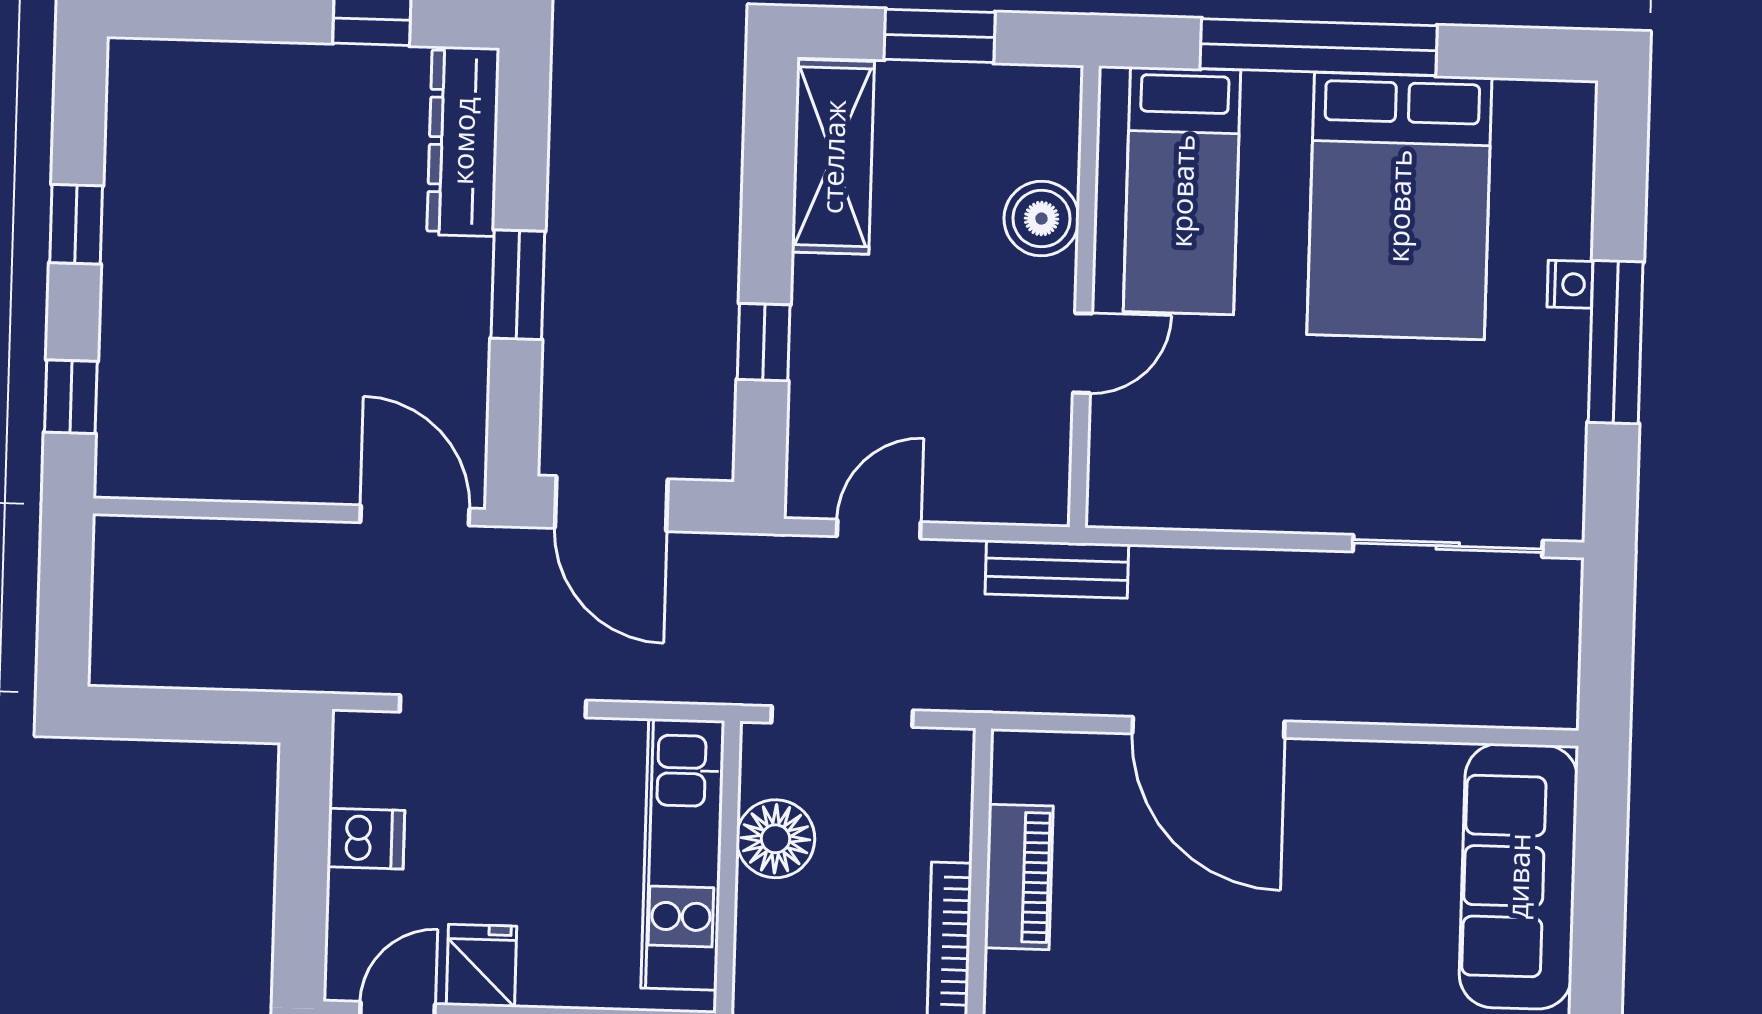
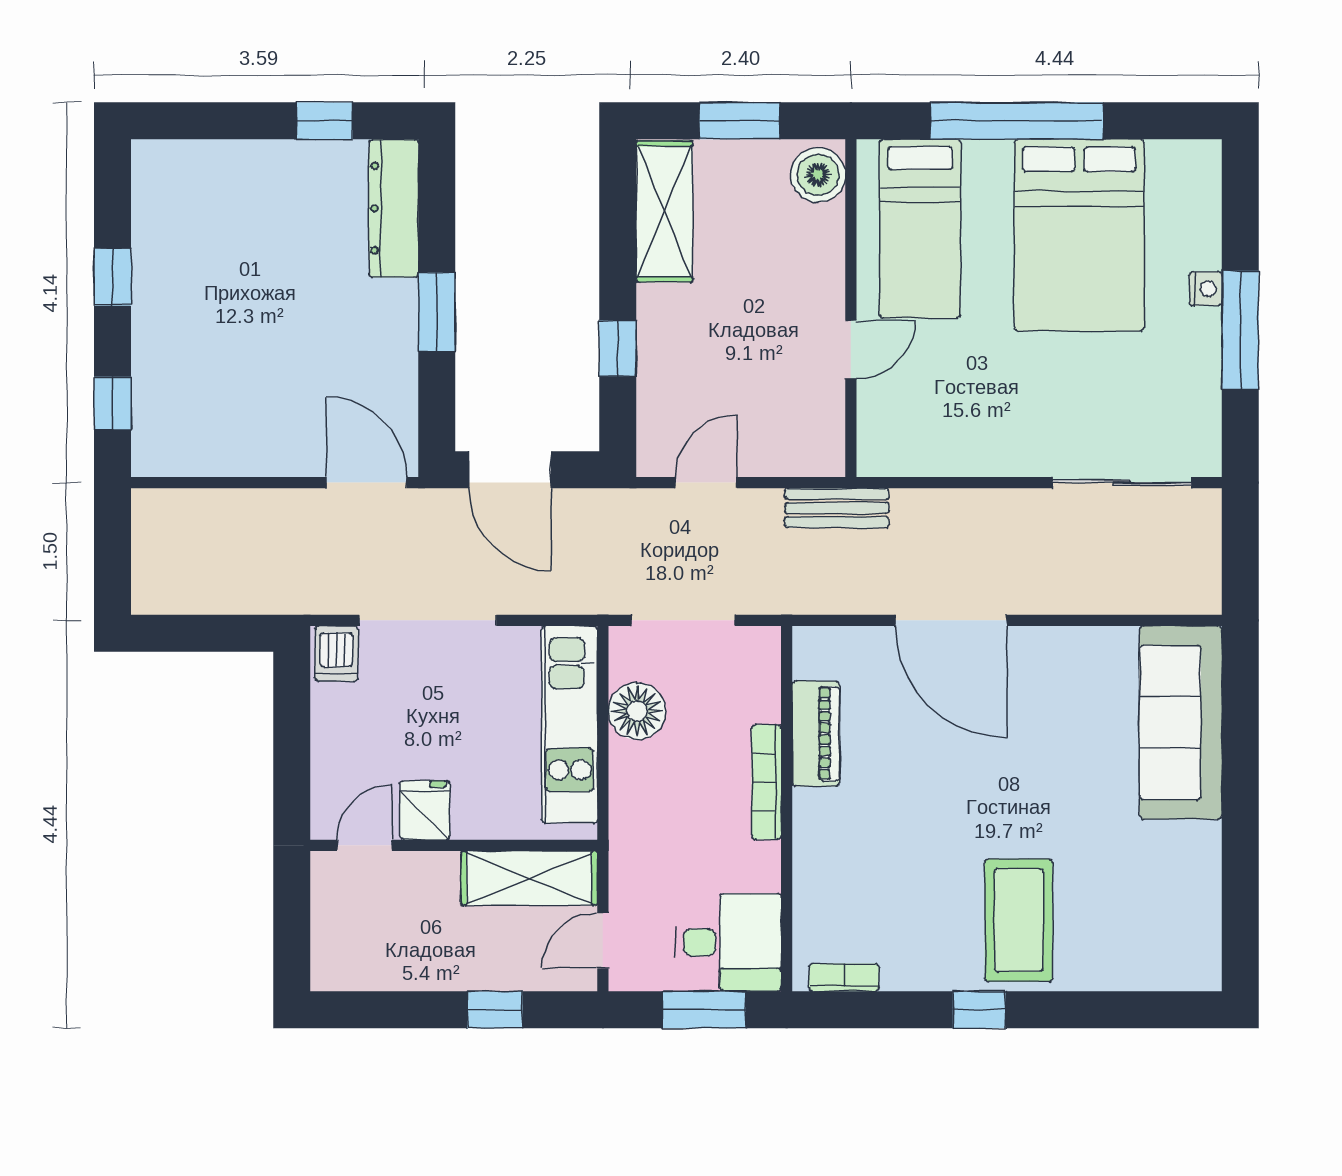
boiler: (1042, 219) -> (818, 175), moved
dishwasher: (366, 839) -> (336, 654), moved, turned 90

